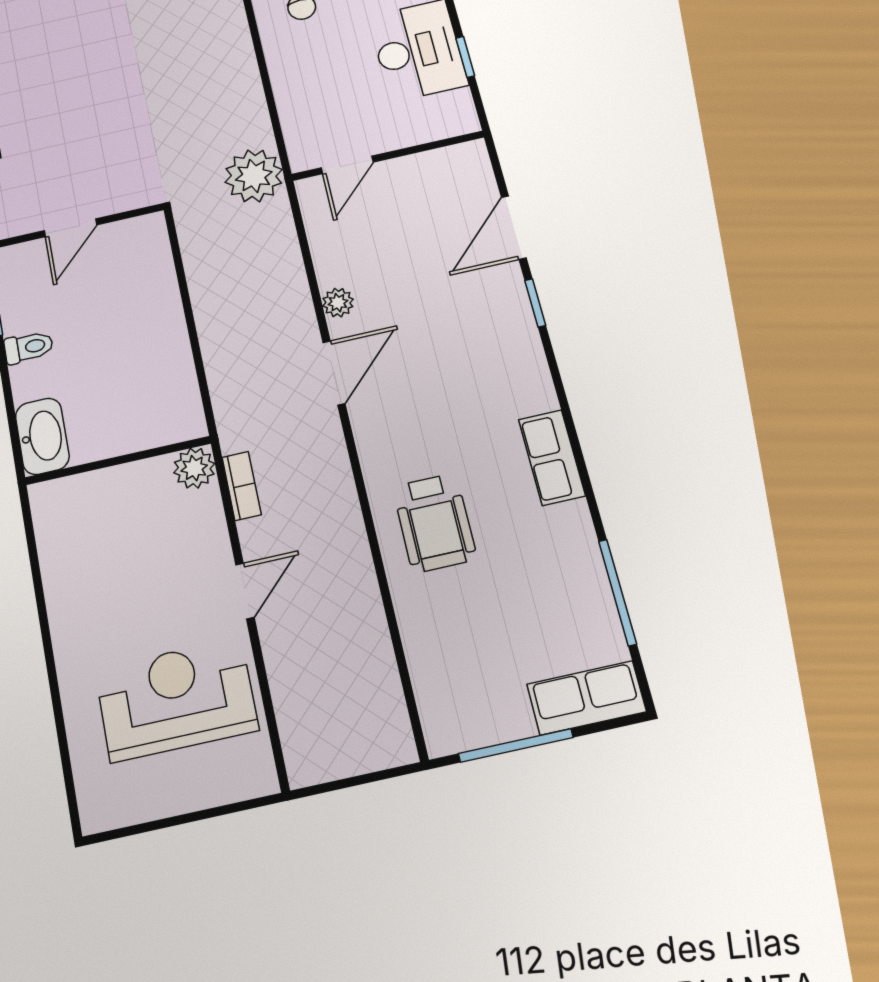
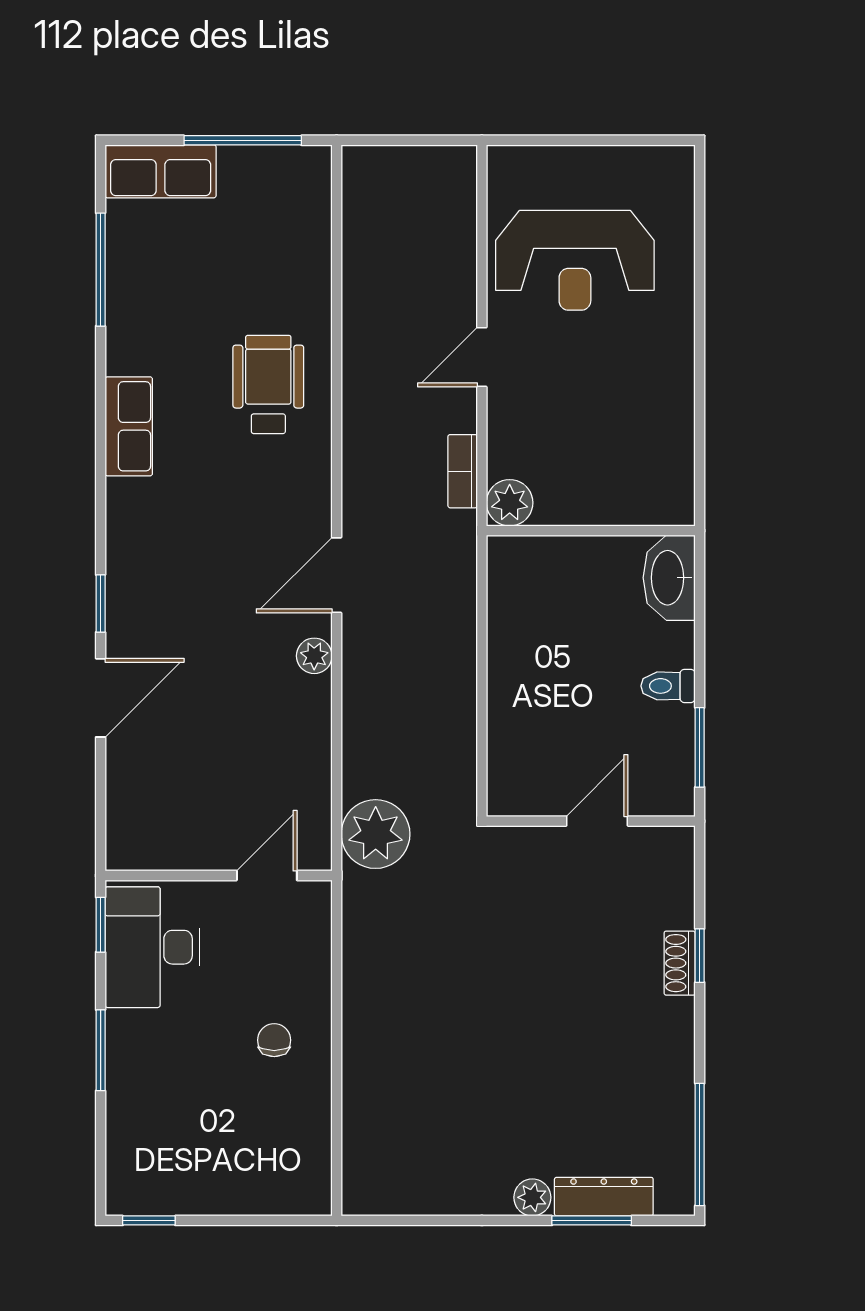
wall: (388, 156) -> (219, 876), moved
door: (347, 165) -> (267, 876), moved

